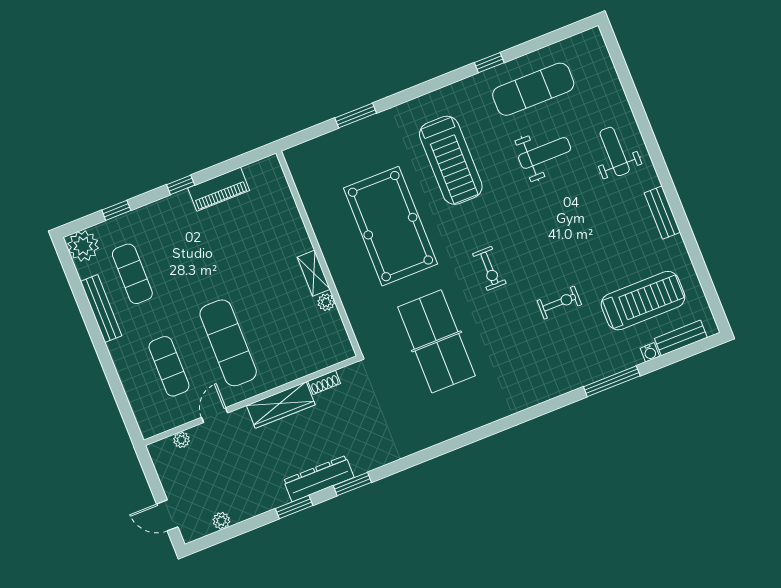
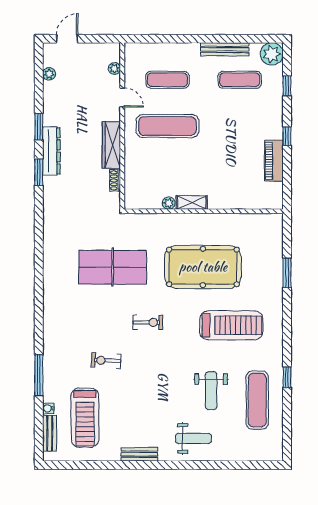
treadmill: (451, 160) -> (231, 325), turned 180
exercise bike: (489, 268) -> (148, 322), turned 180
exercise bike: (559, 303) -> (106, 361), turned 93

